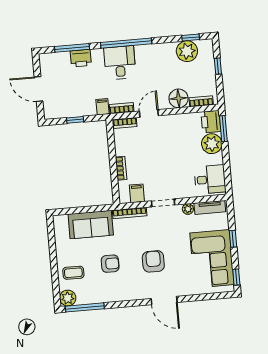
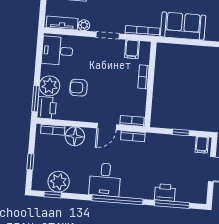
desk: (120, 63) -> (105, 180), moved
filing cabinet: (102, 107) -> (202, 145), moved
armchair: (183, 147) -> (78, 88), added

